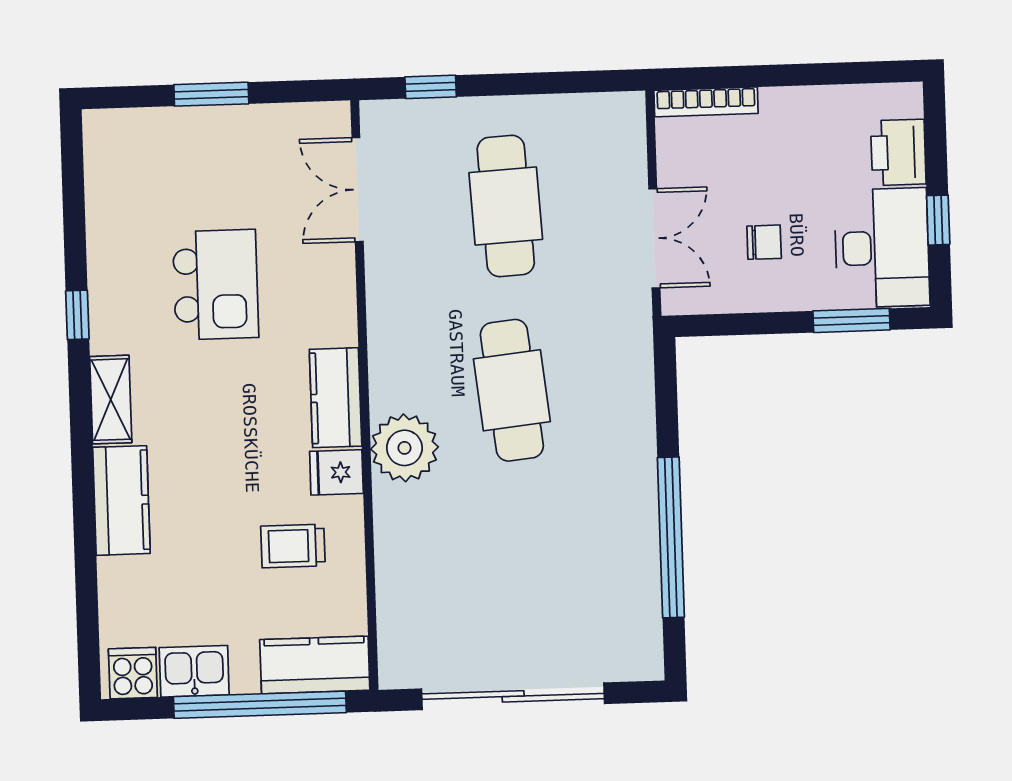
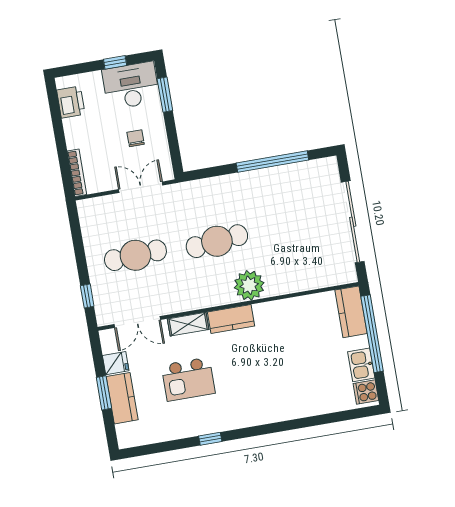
printer: (898, 152) -> (71, 102), moved, turned -90
kitchen island: (216, 285) -> (188, 379), turned 180
shelving: (111, 400) -> (188, 324), moved
fridge: (336, 472) -> (116, 363), moved, turned -90
kitchen counter: (121, 500) -> (122, 398), moved, turned 90
trolley: (293, 546) -> (300, 329), removed

